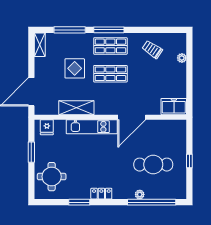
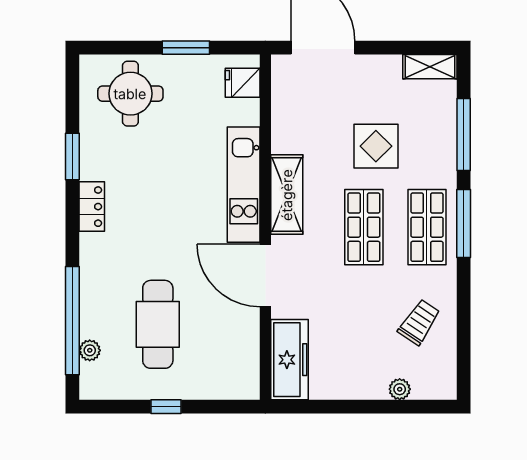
freezer: (174, 107) -> (289, 360), width x1.40
shelving: (76, 108) -> (287, 195), moved
plant: (140, 194) -> (90, 350), moved

